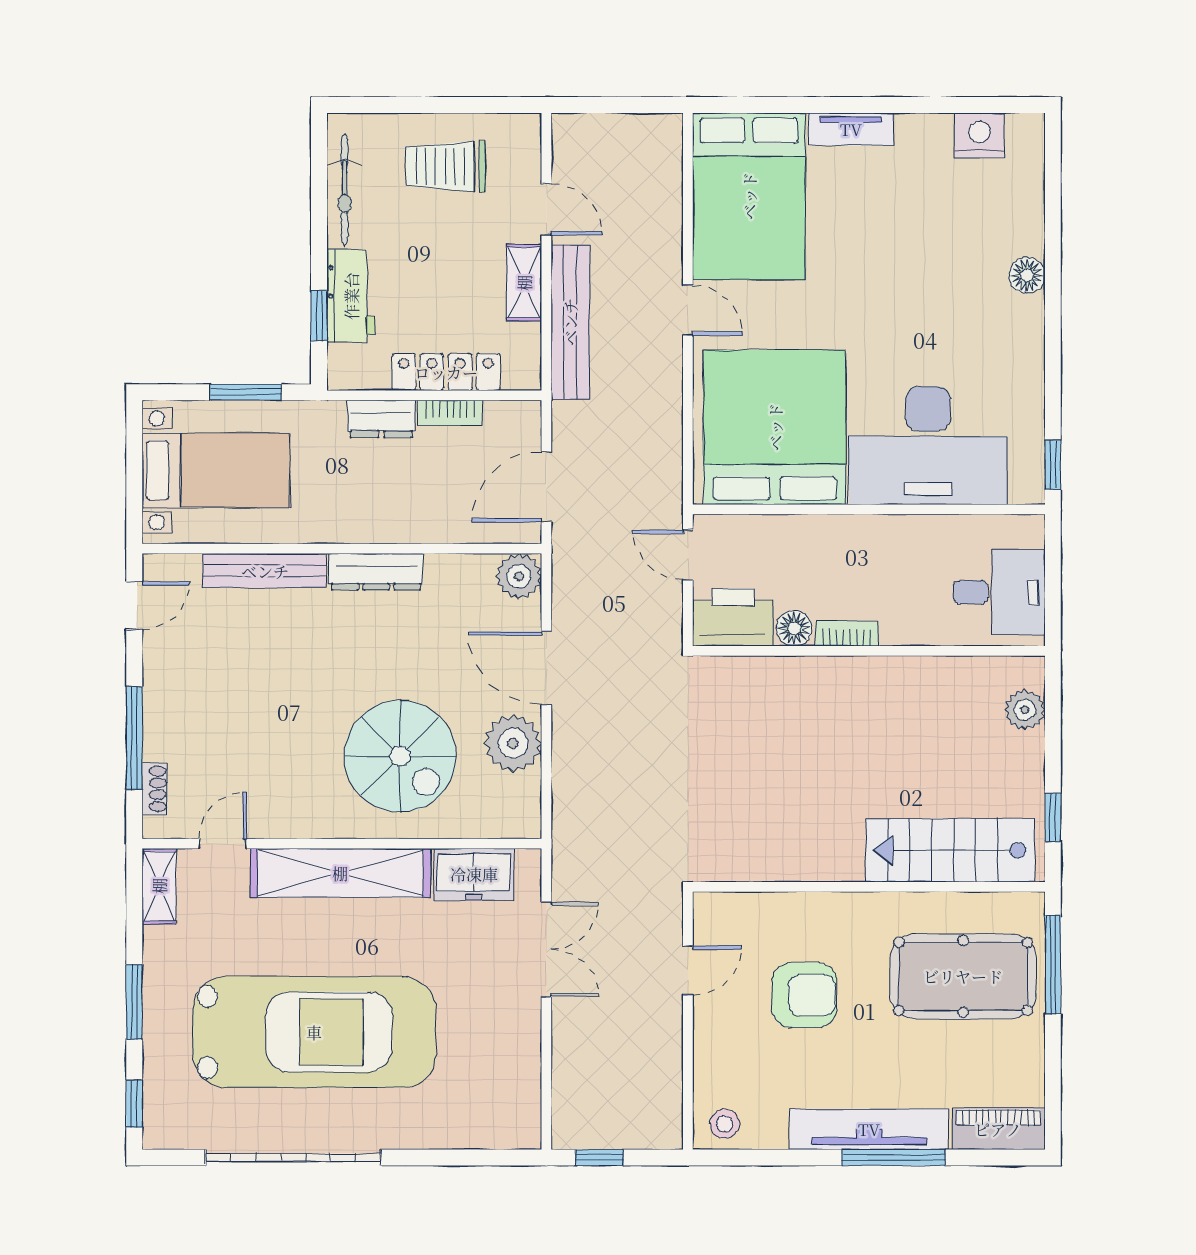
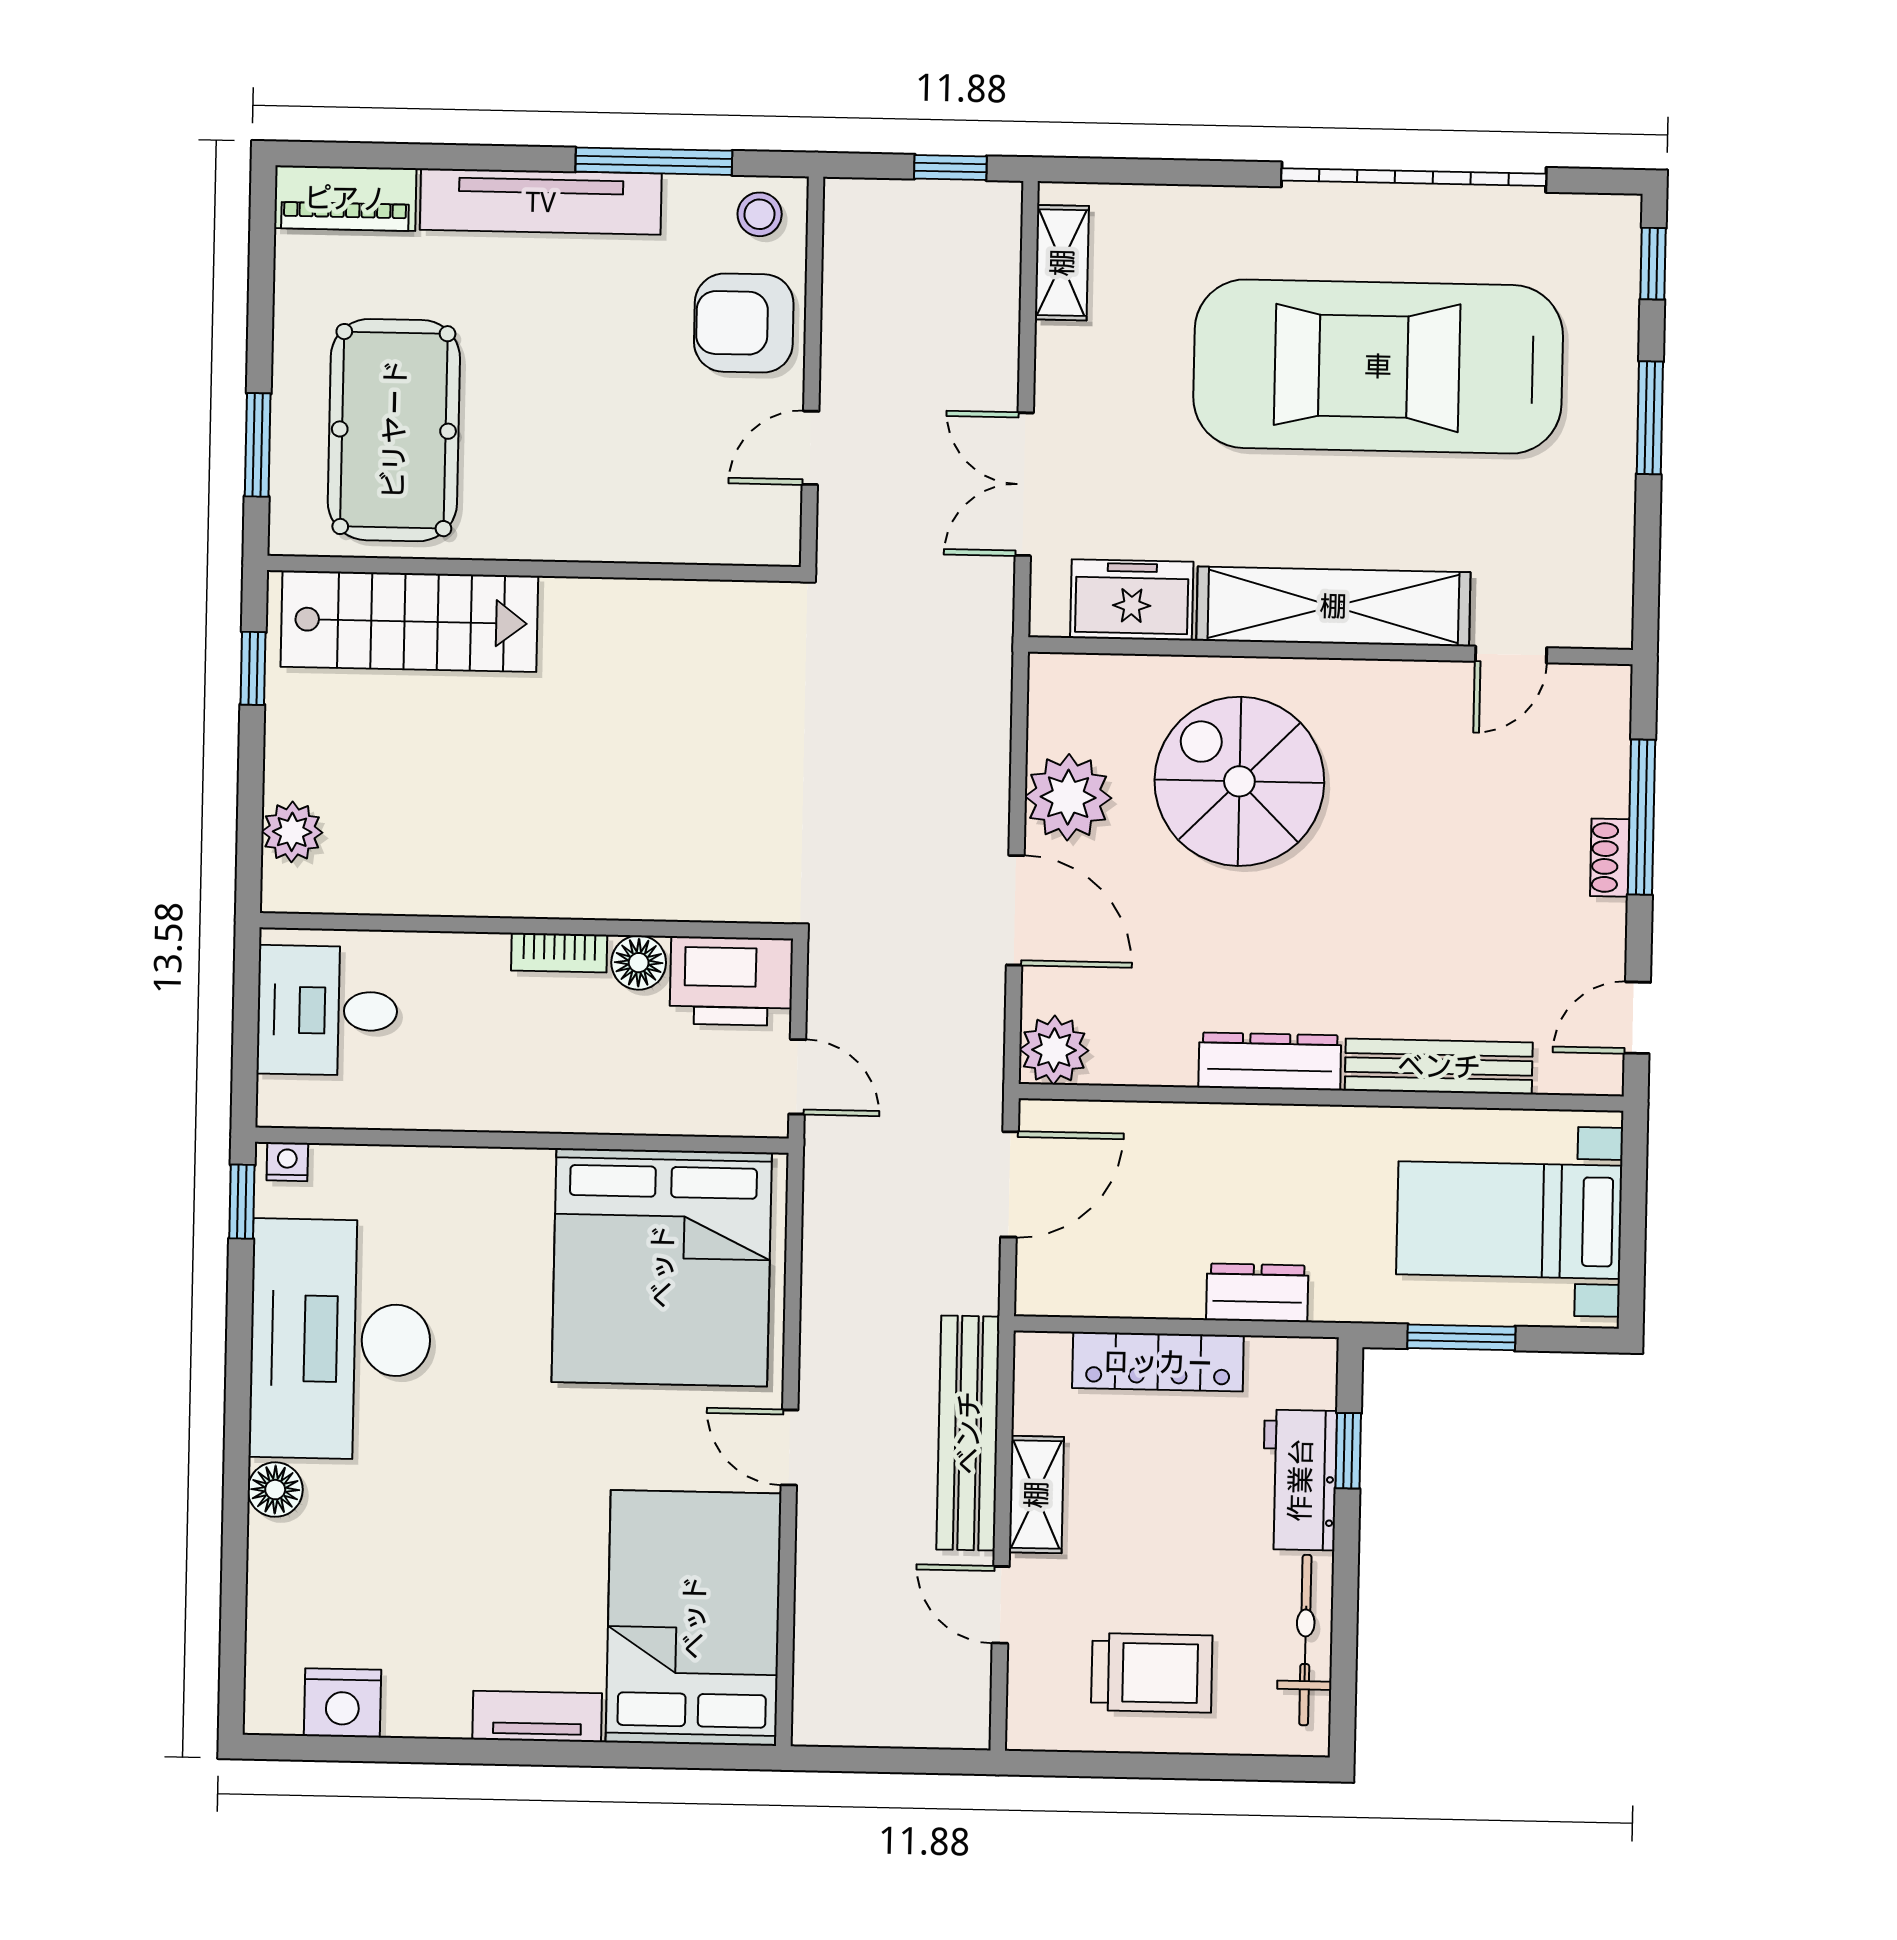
bookcase: (450, 413) -> (1153, 1300), removed
desk: (928, 446) -> (340, 1339), moved, turned -90
nightstand: (1023, 492) -> (287, 1162), added
shoe rack: (155, 789) -> (1610, 858), moved
shelving: (159, 886) -> (1062, 263), moved
window: (1053, 965) -> (258, 445), width x0.69
pool table: (963, 976) -> (394, 430), turned 90
armchair: (804, 995) -> (744, 323), moved
window: (894, 1157) -> (654, 161), moved

